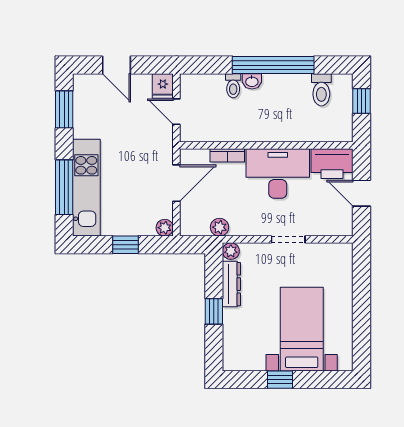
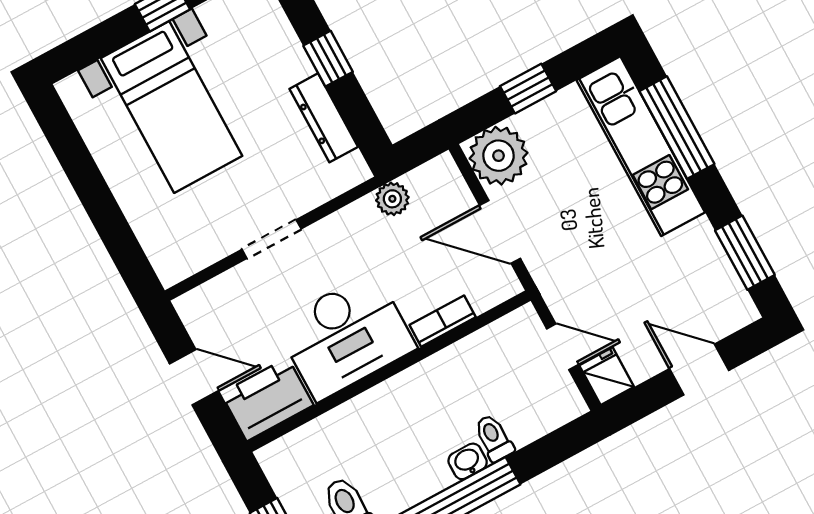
door: (176, 183) -> (500, 232), hinge flipped
plant: (165, 228) -> (499, 156), width x1.88, depth x1.88
plant: (231, 251) -> (353, 170), removed

